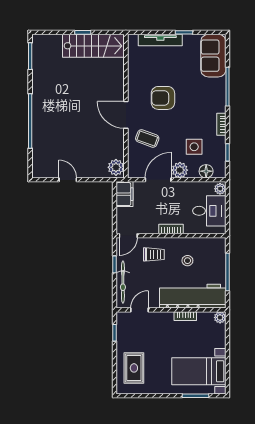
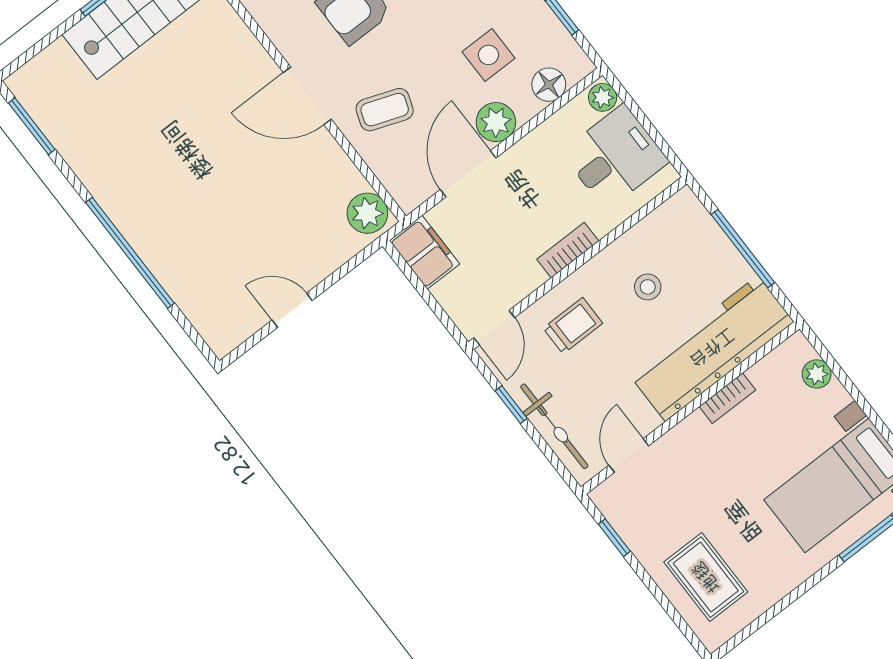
plant: (220, 317) -> (817, 374), moved

